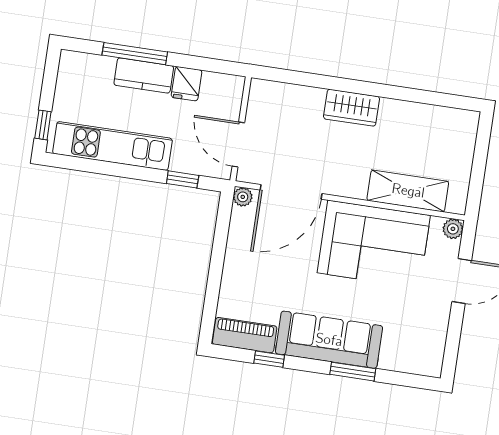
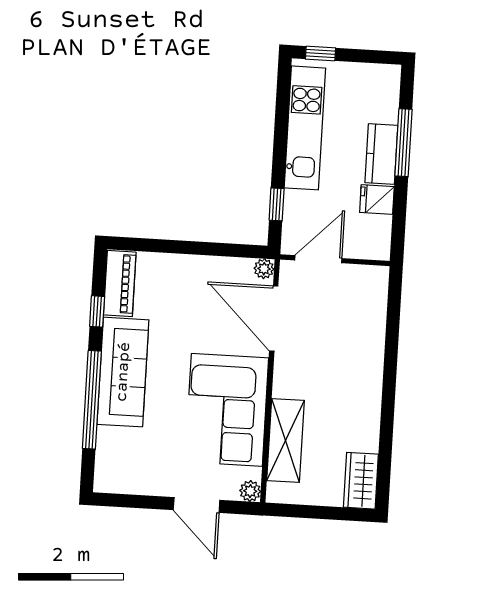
wardrobe: (352, 108) -> (361, 481), moved
window: (353, 372) -> (92, 400), width x2.11

